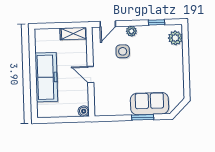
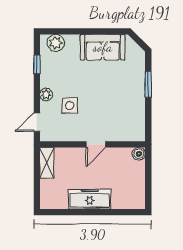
door: (108, 24) -> (37, 122), swing flipped
freezer: (46, 77) -> (90, 199), width x0.73, depth x0.79
sofa: (150, 104) -> (103, 47), moved, turned -90

